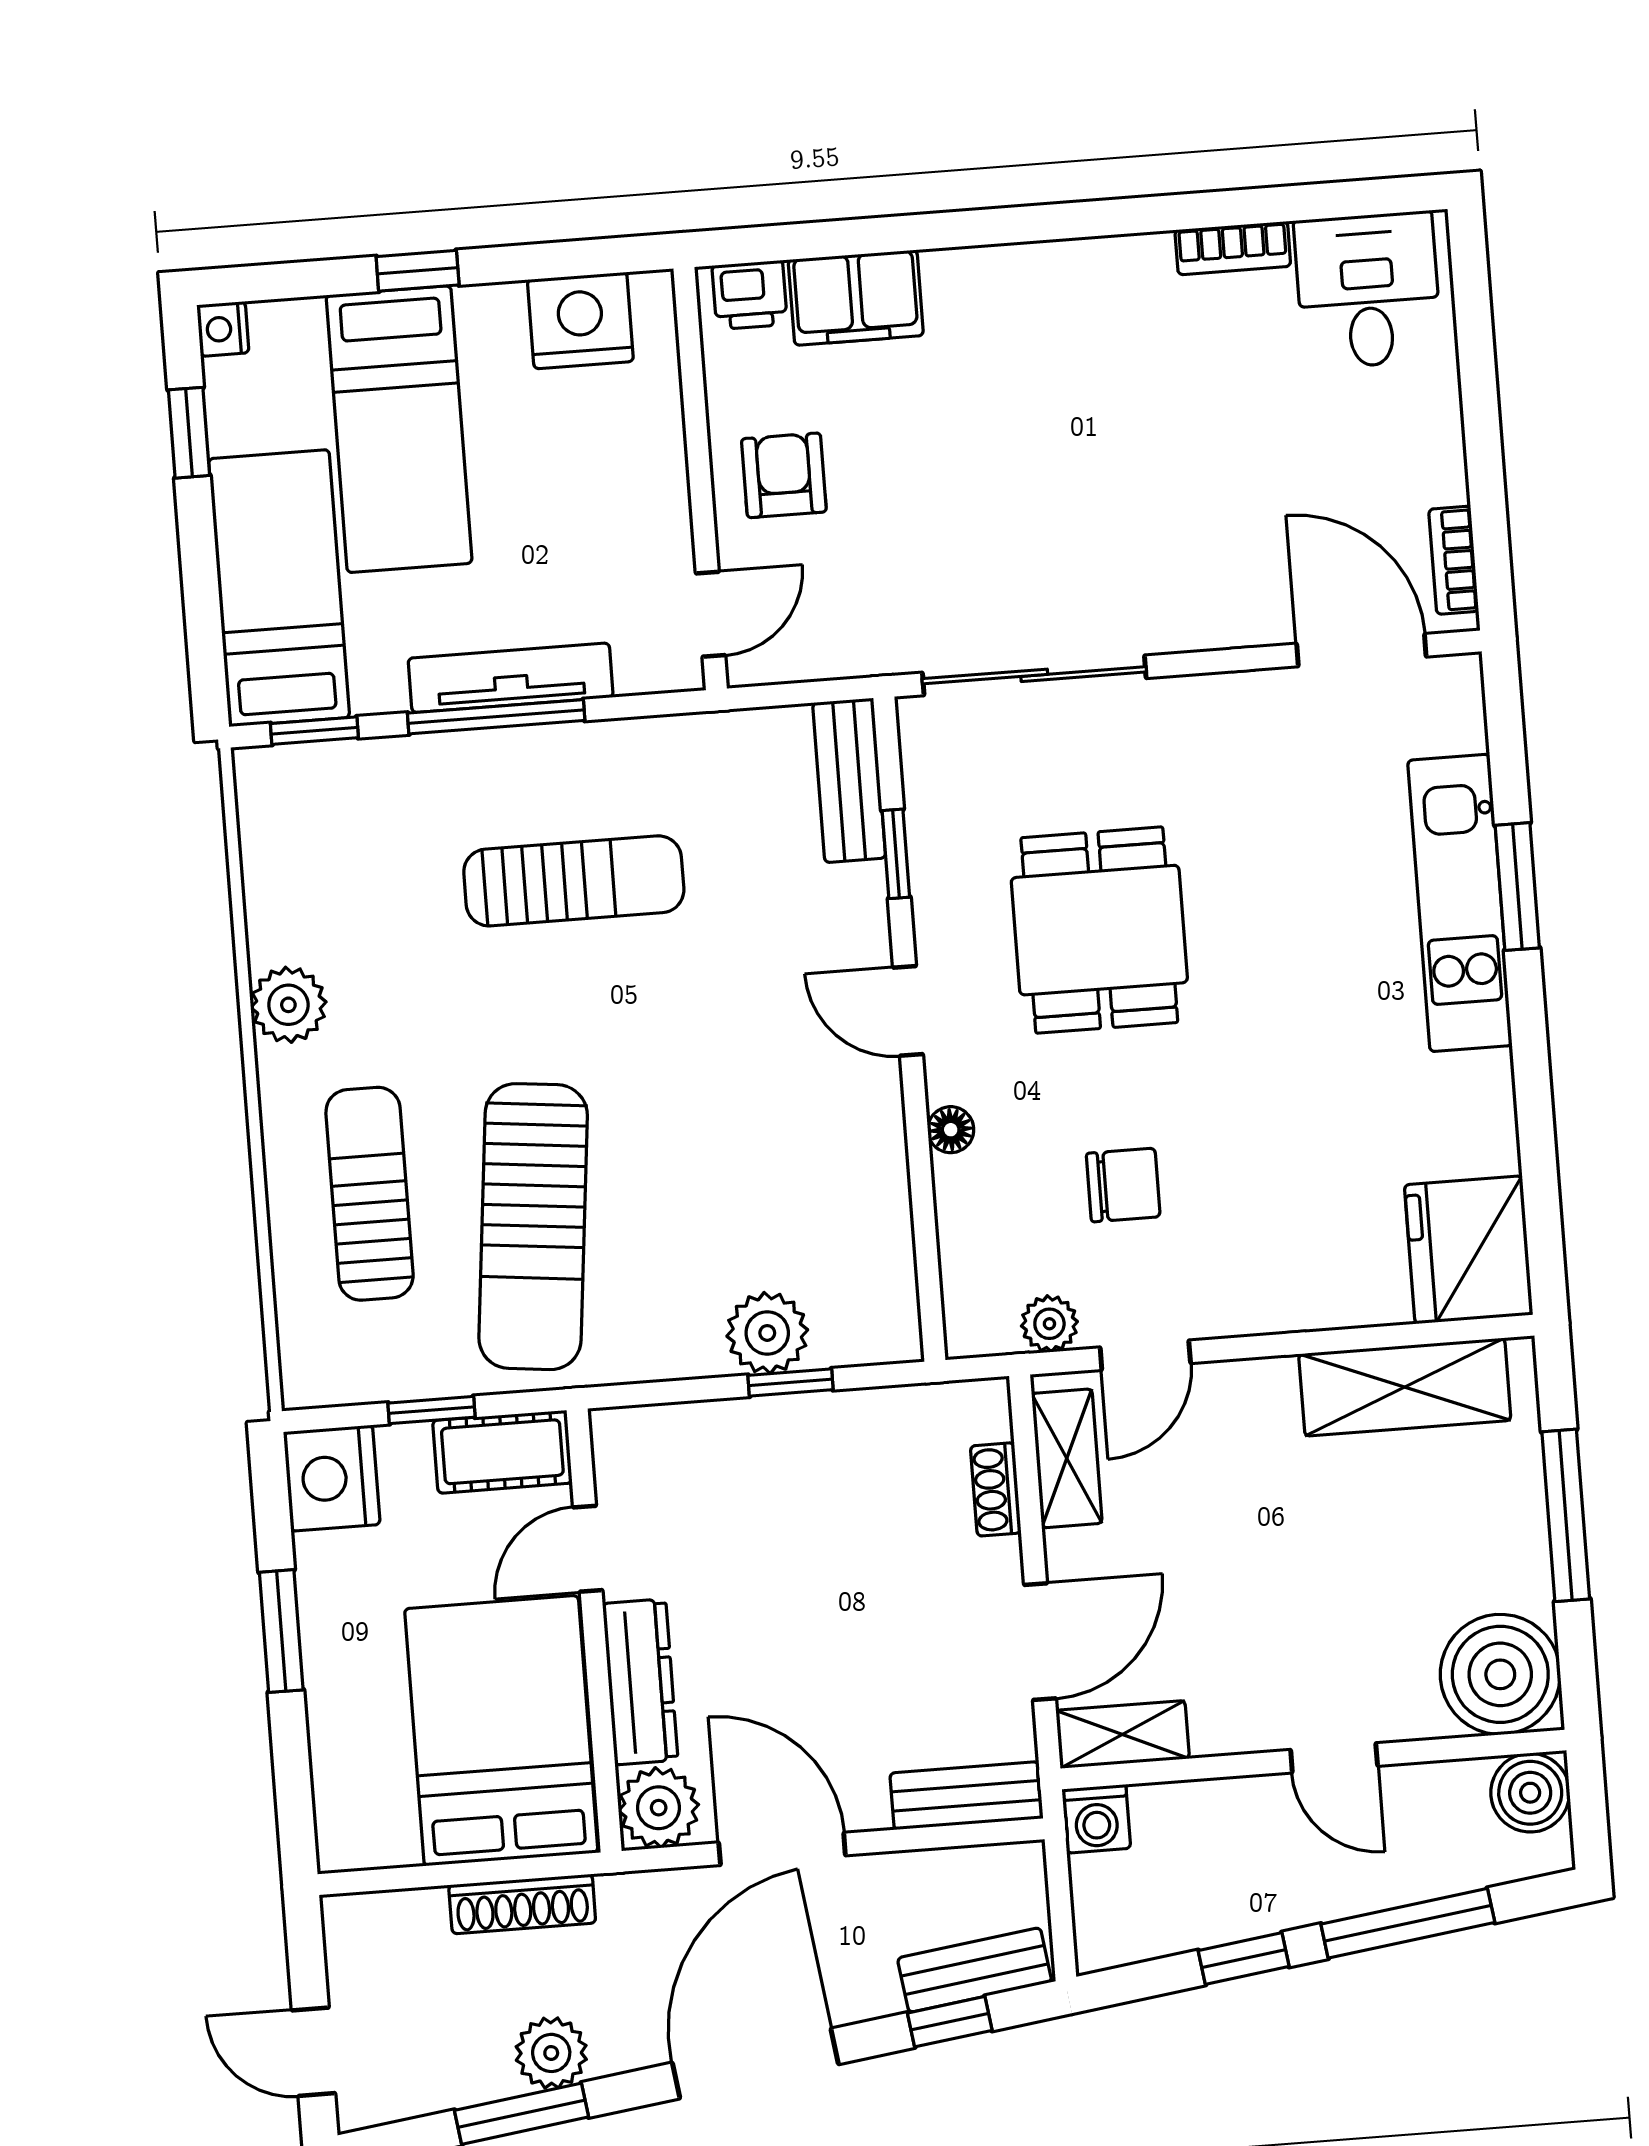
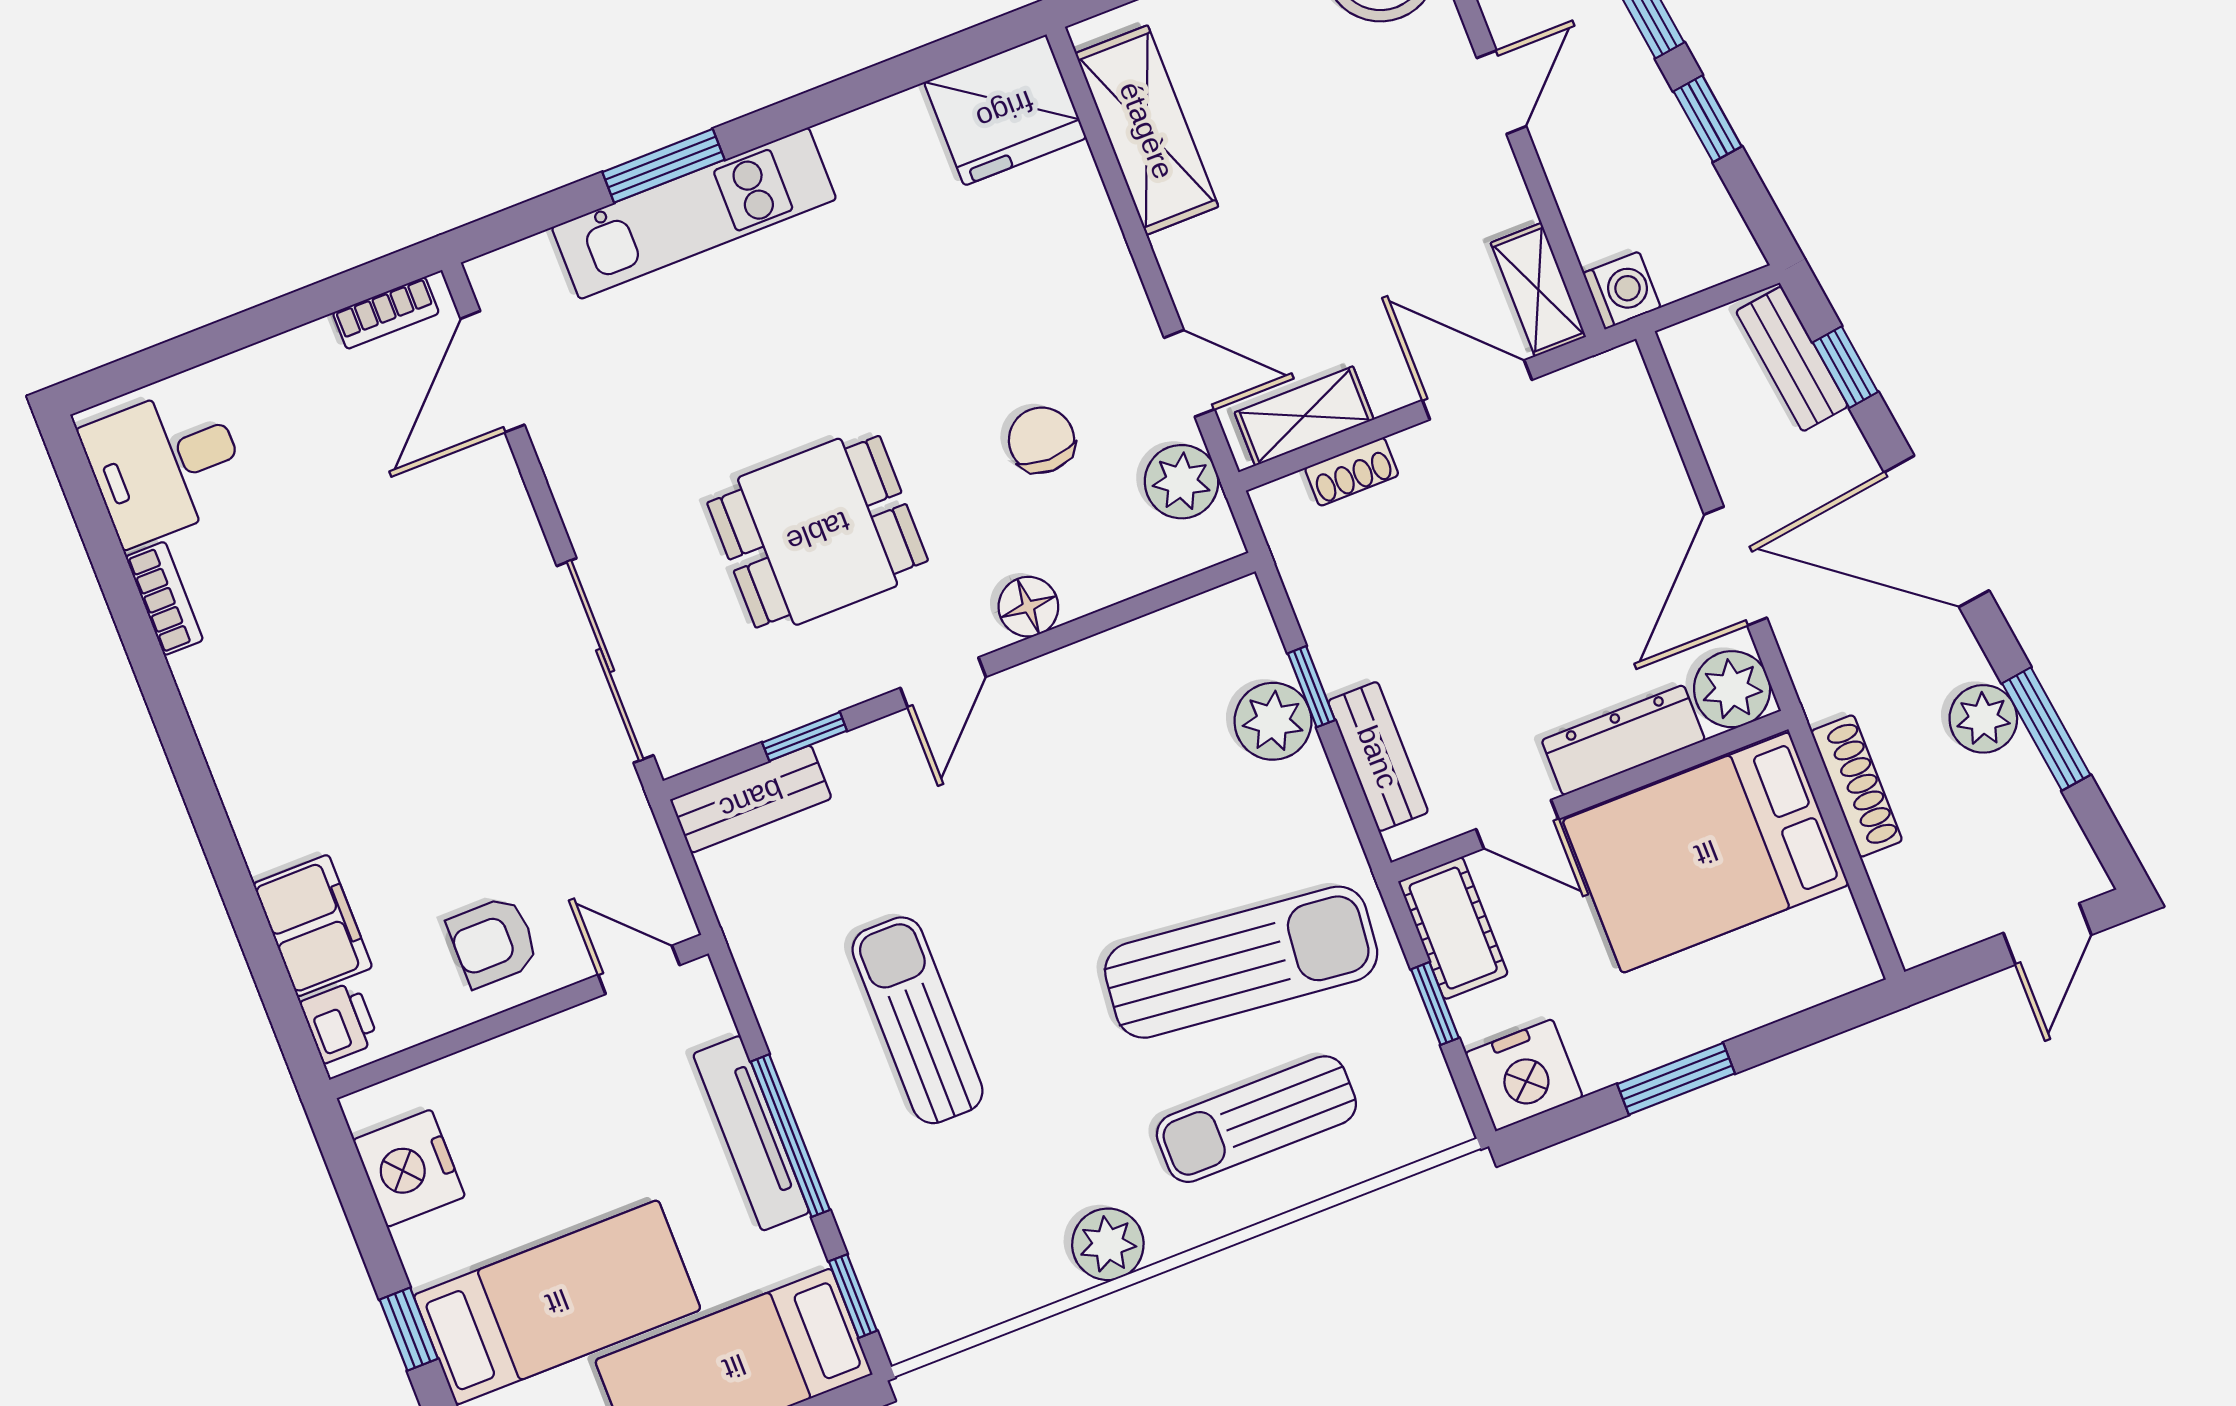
floor lamp: (951, 1130) -> (1028, 607), width x1.37, depth x1.37
plant: (1049, 1324) -> (1181, 482), width x1.38, depth x1.38
bench: (967, 1796) -> (1378, 757), moved

